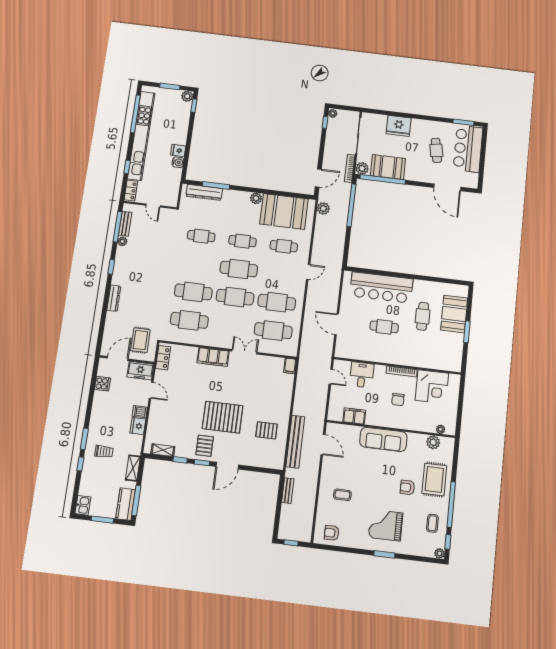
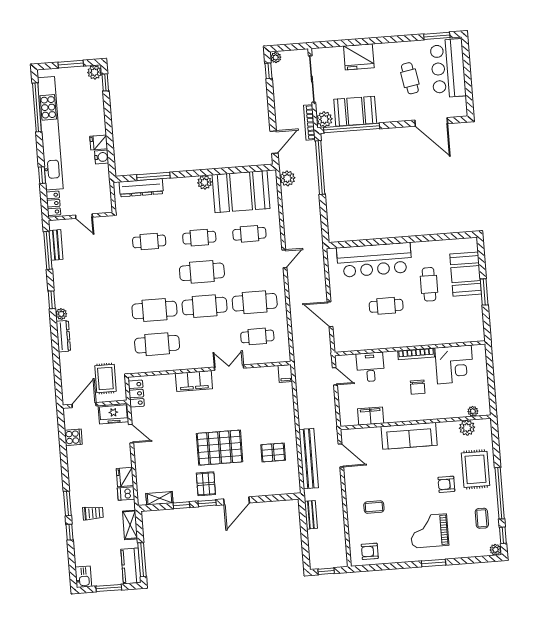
plant: (122, 241) -> (61, 314), moved
cafe table: (273, 331) -> (257, 336), width x0.73, depth x0.74
dishwasher: (140, 412) -> (126, 494), moved

